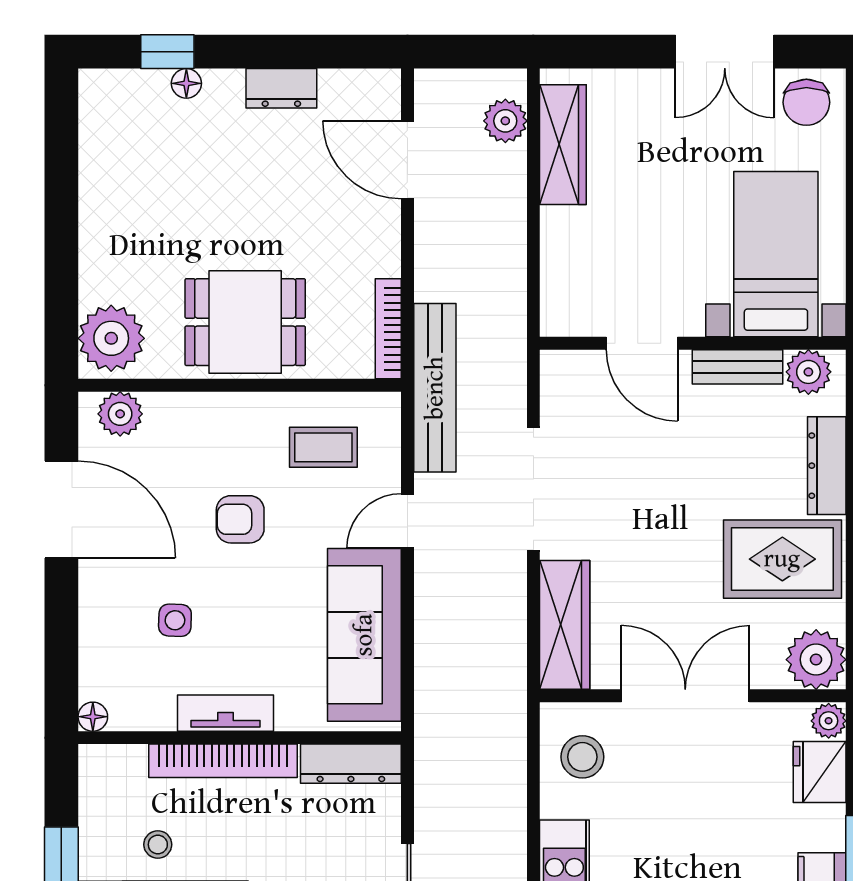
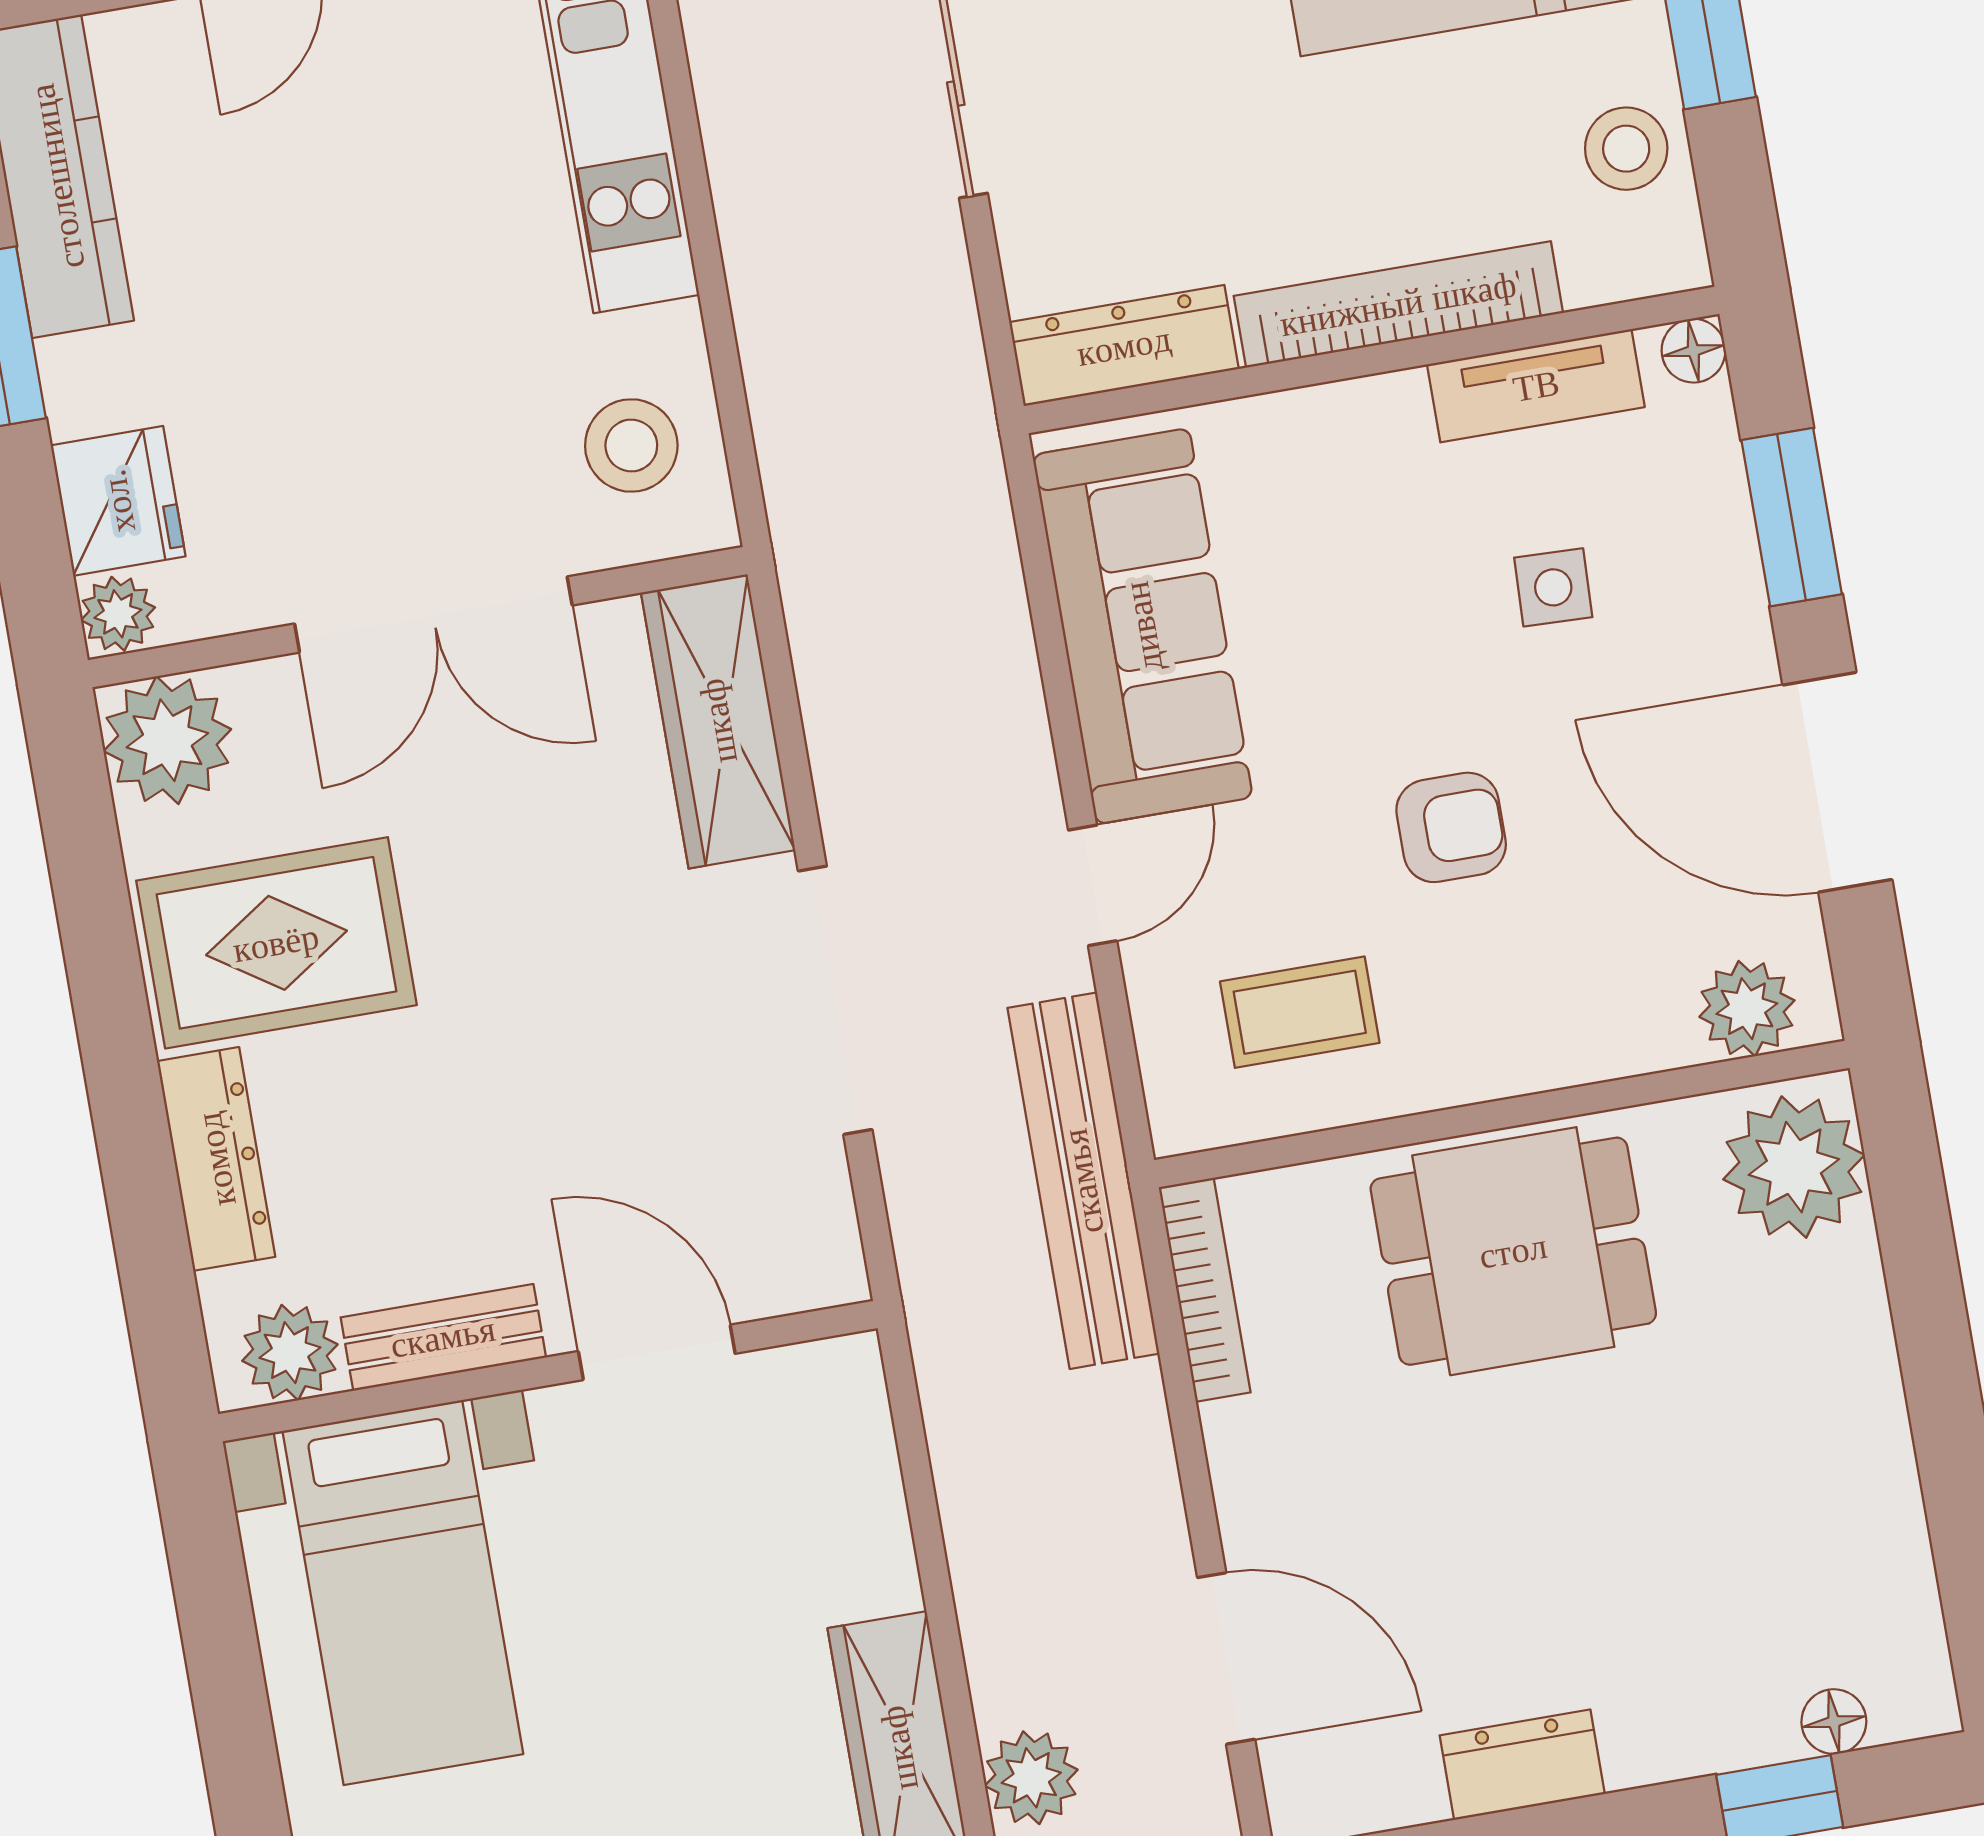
floor lamp: (186, 83) -> (1834, 1722), moved
window: (61, 633) -> (1792, 517), added
tv unit: (225, 713) -> (1536, 386), moved
stool: (158, 845) -> (1626, 149), moved, width x1.37, depth x1.37

